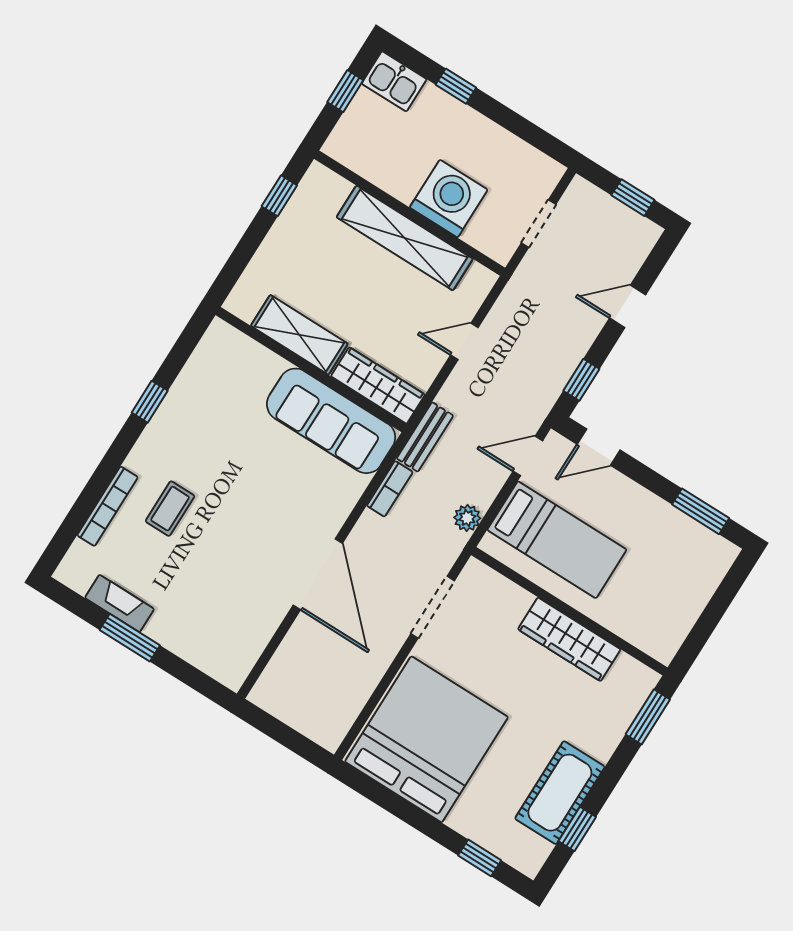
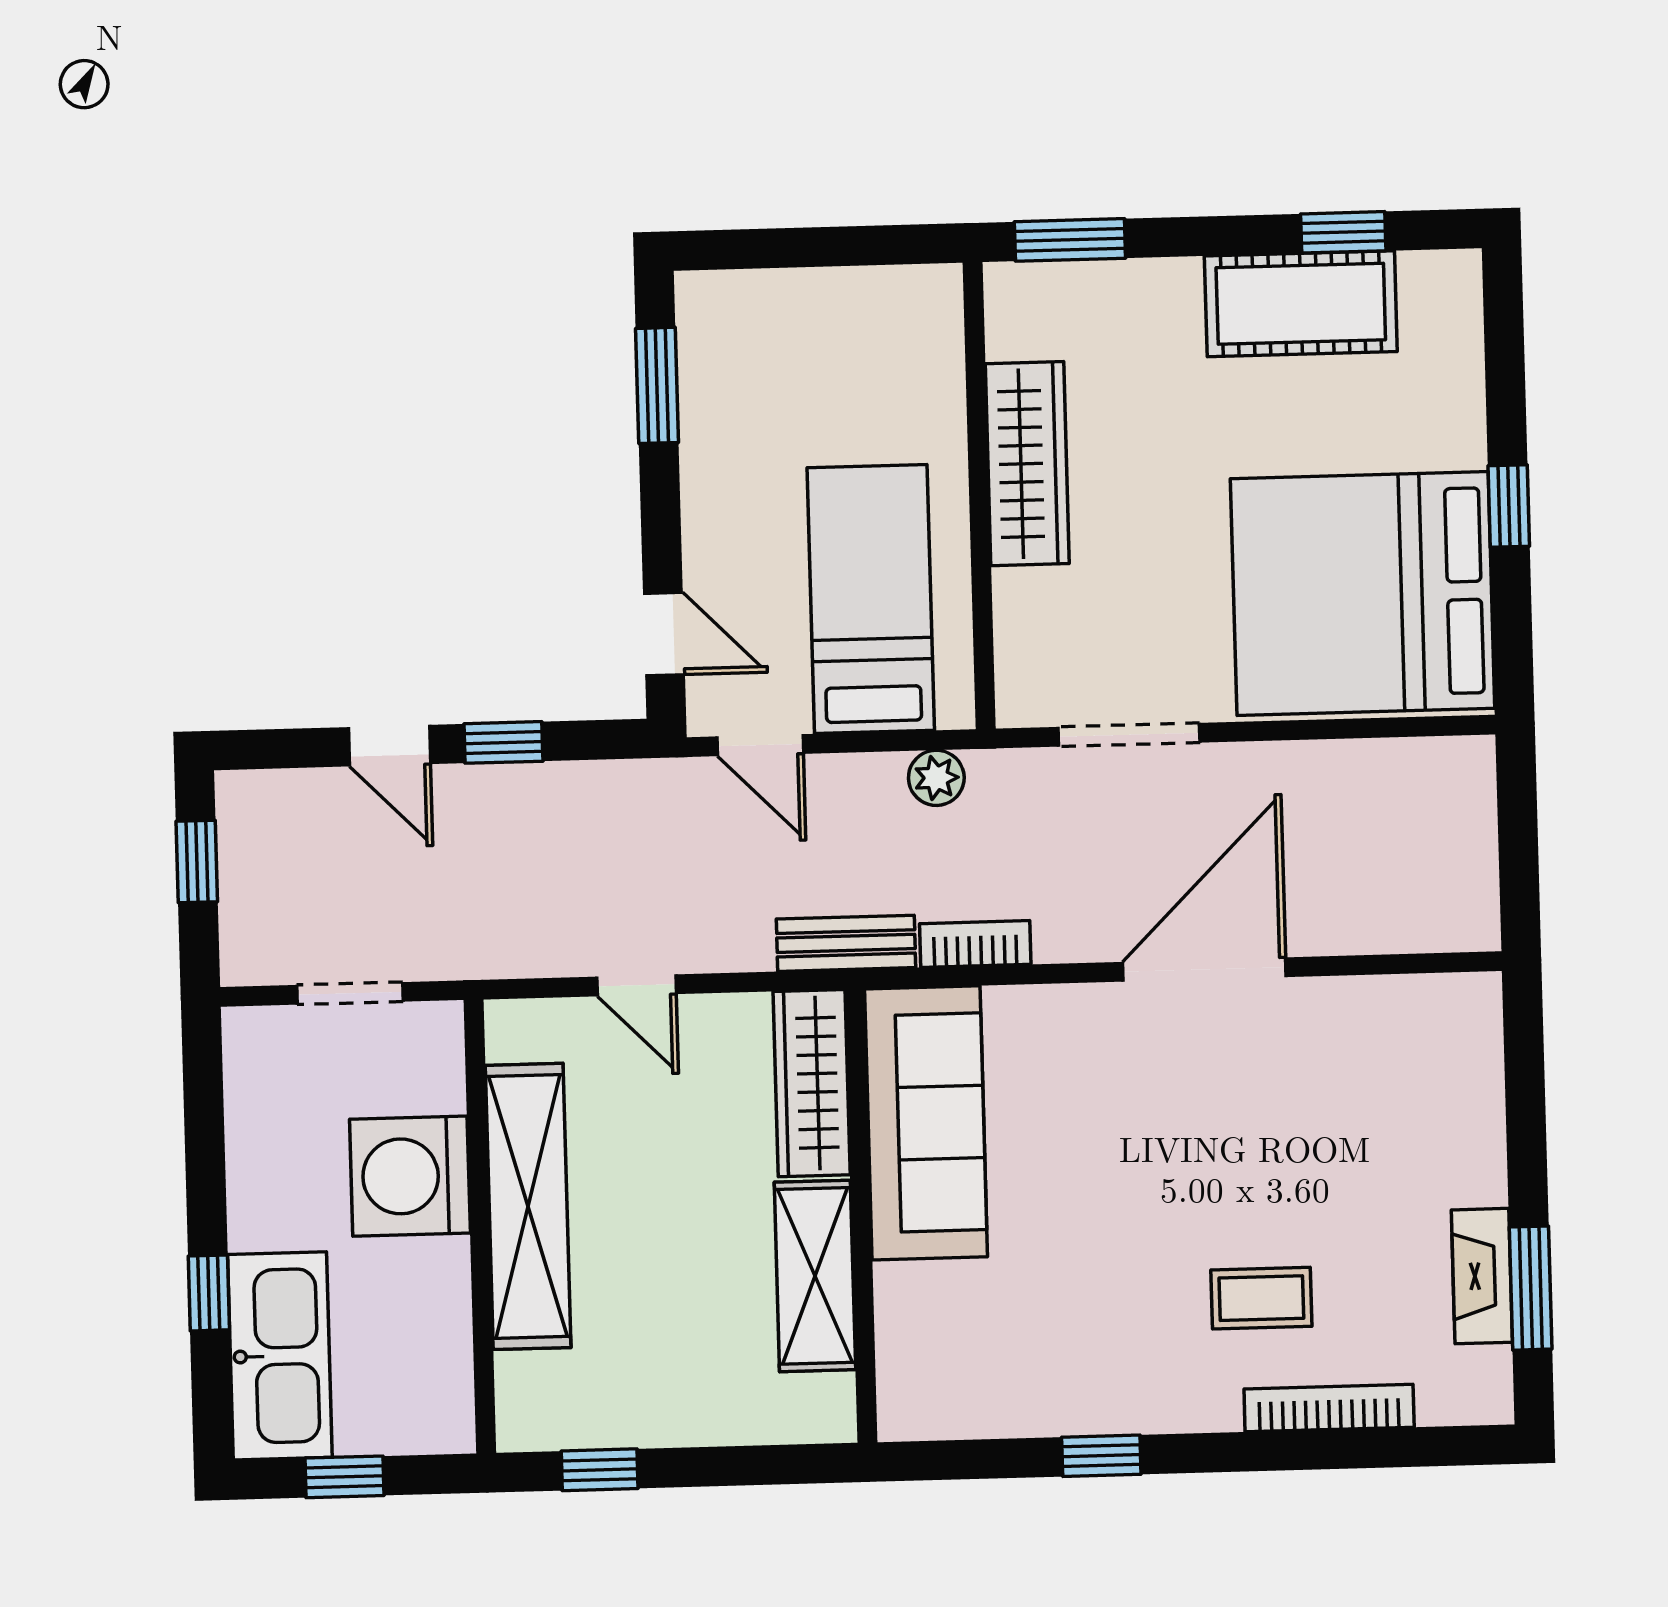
kitchen sink: (394, 81) -> (280, 1356), width x1.87, depth x1.24
window: (581, 380) -> (503, 742), moved
window: (130, 638) -> (1531, 1288), moved
window: (480, 858) -> (1509, 506), moved

